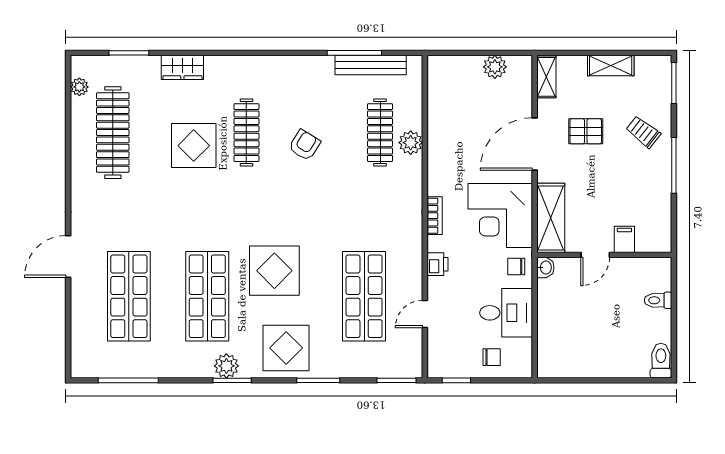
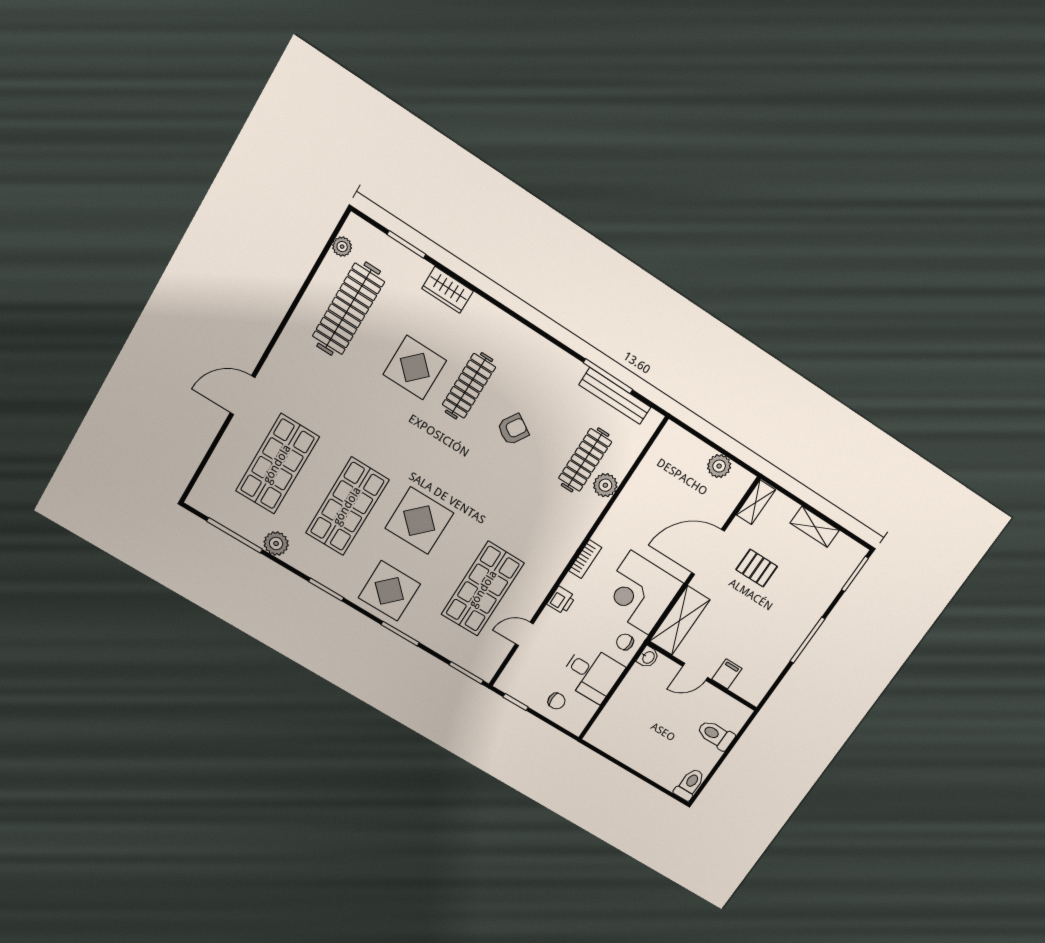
trolley: (643, 132) -> (802, 598), removed
toilet: (658, 300) -> (716, 735), width x1.37, depth x1.39
plant: (226, 366) -> (276, 543), moved

